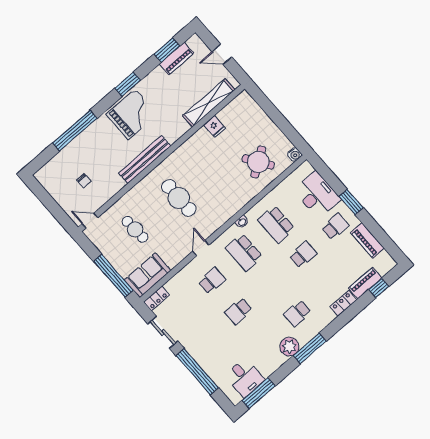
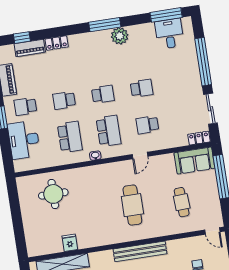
water cooler: (295, 155) -> (22, 182), removed
round table: (258, 162) -> (53, 194), turned 34
school desk: (297, 313) -> (103, 94), moved

